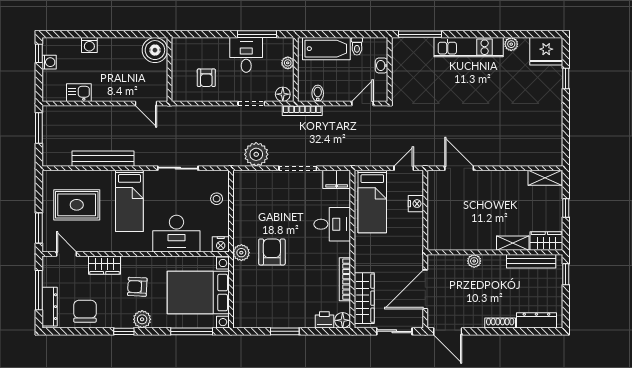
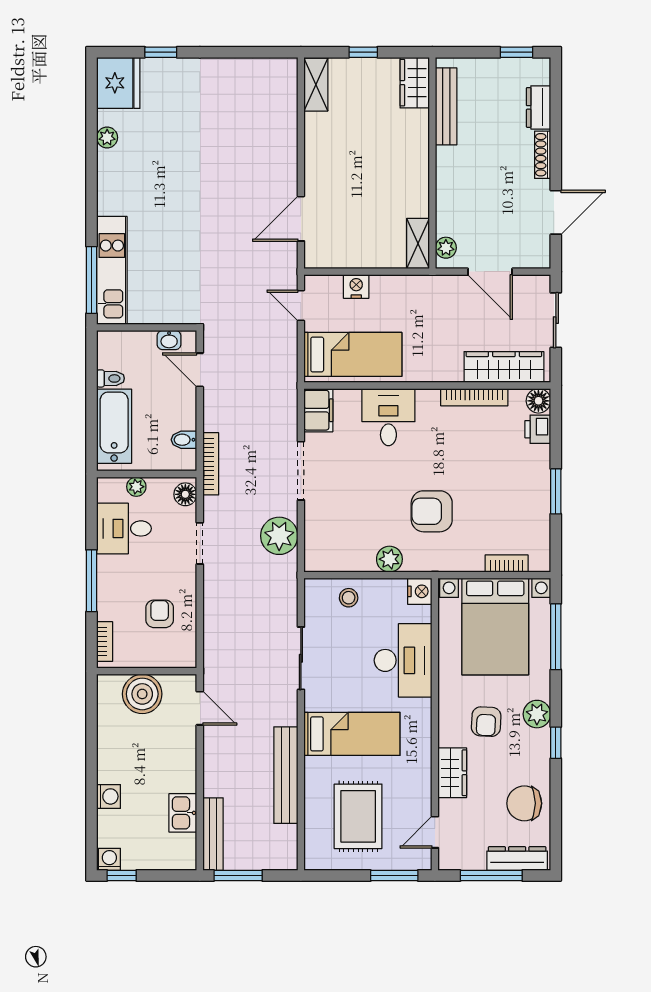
window: (257, 34) -> (92, 581), moved
bookcase: (189, 43) -> (105, 642), added
kitchen unit: (469, 47) -> (112, 270), moved
boiler: (155, 50) -> (142, 694), moved
desk: (246, 55) -> (124, 528), moved
washing machine: (49, 62) -> (109, 859), moved
washbasin: (382, 65) -> (169, 340), moved
armchair: (206, 78) -> (160, 614), turned -90
door: (146, 103) -> (200, 708), hinge flipped
bench: (65, 112) -> (213, 834), added
shelving: (513, 243) -> (418, 243), moved
plant: (241, 253) -> (389, 559), moved
plant: (474, 261) -> (446, 248), moved
window: (566, 274) -> (517, 52), moved
door: (425, 289) -> (490, 272), width x0.73
bookcase: (239, 300) -> (507, 563), added
dresser: (536, 320) -> (539, 107), width x0.70
door: (448, 331) -> (556, 212), moved

